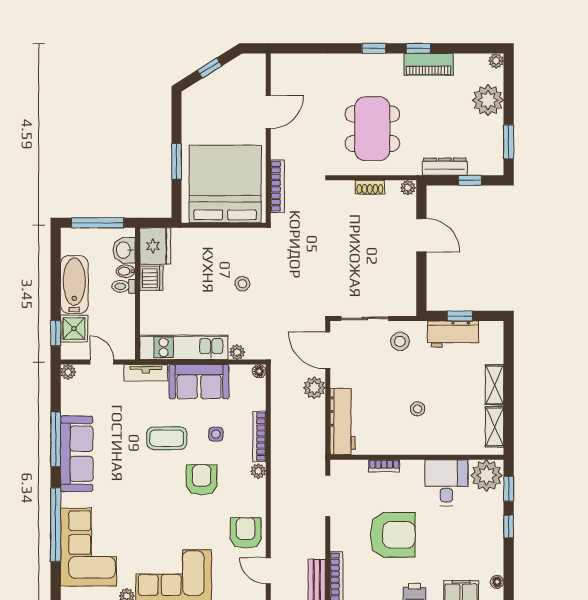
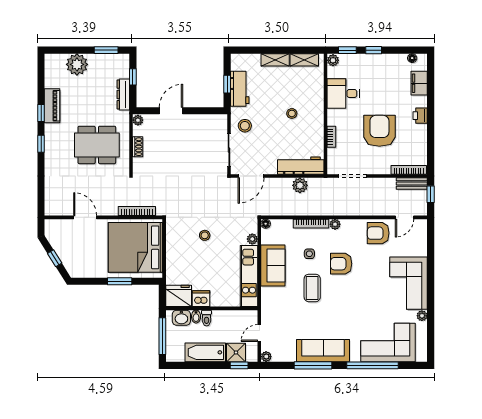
plant: (496, 61) -> (50, 59), removed
tv unit: (146, 373) -> (267, 303), removed
plant: (314, 388) -> (300, 185), moved
plant: (487, 475) -> (333, 60), width x0.53, depth x0.53

